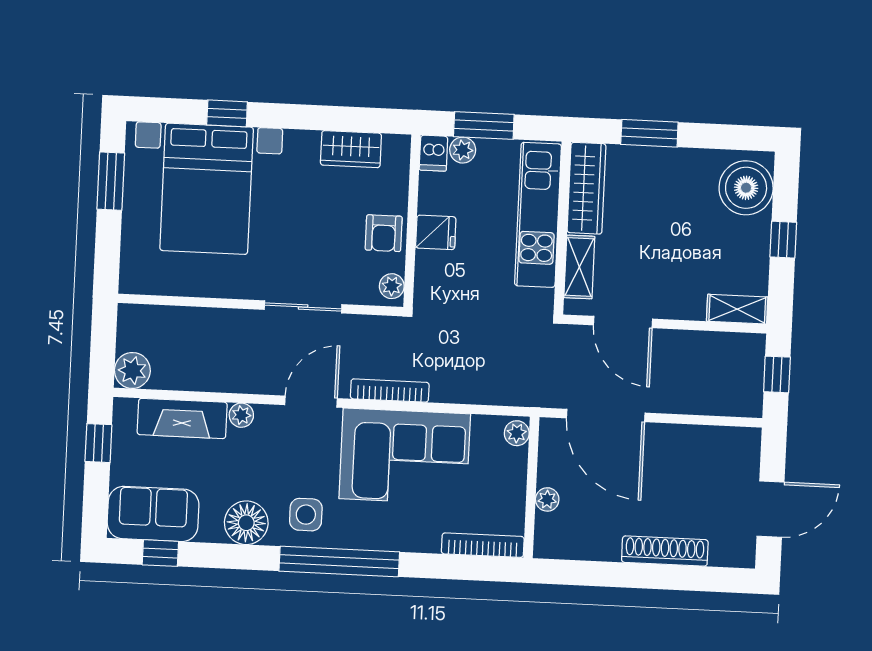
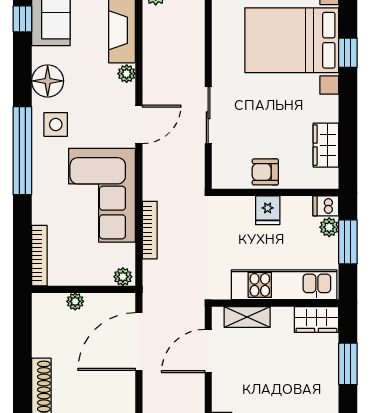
wardrobe: (586, 188) -> (316, 320), width x0.67
plant: (392, 286) -> (227, 180), removed
bookcase: (390, 391) -> (150, 230), moved
door: (311, 402) -> (139, 124), hinge flipped

